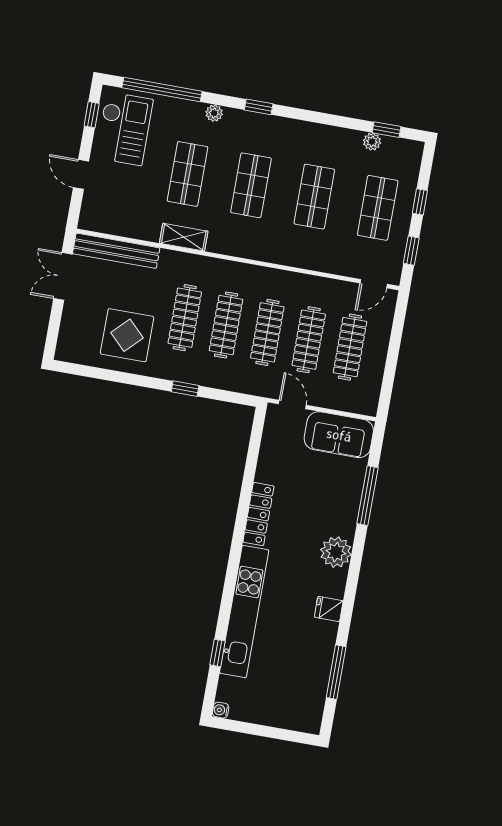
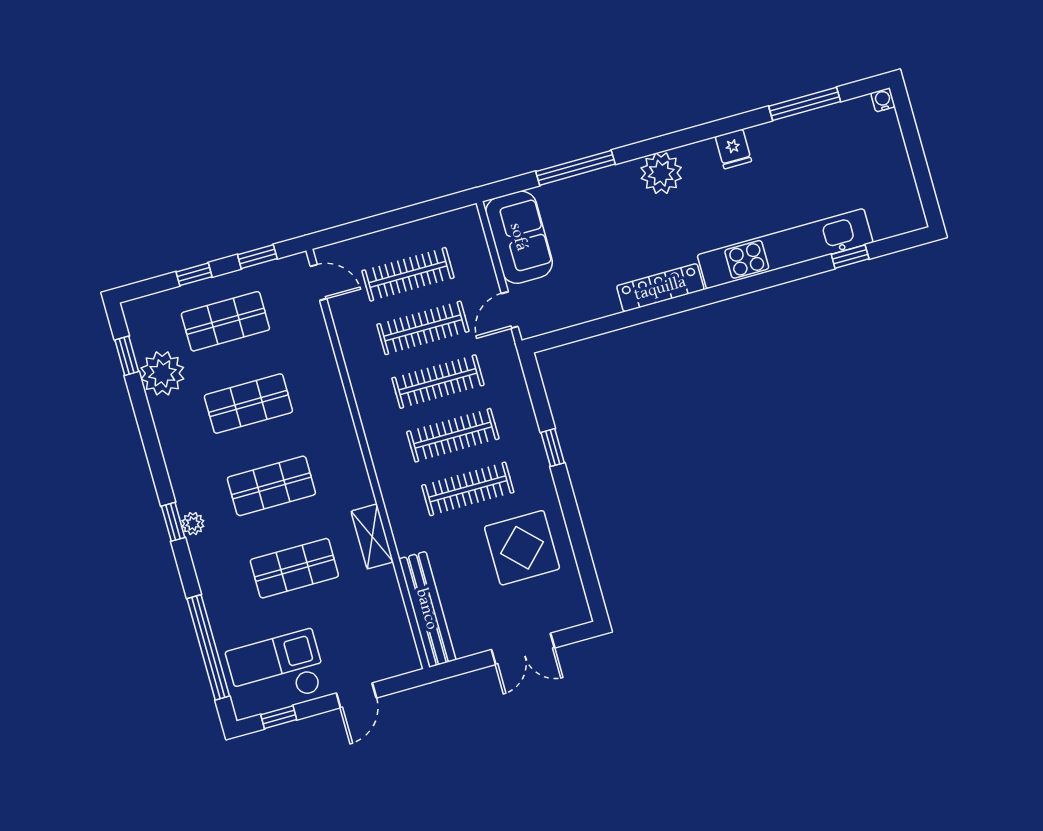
plant: (214, 113) -> (193, 524), moved
plant: (372, 142) -> (162, 373), width x1.88, depth x1.88
double door: (63, 276) -> (523, 649), moved
water cooler: (221, 710) -> (883, 100), moved, turned 180

